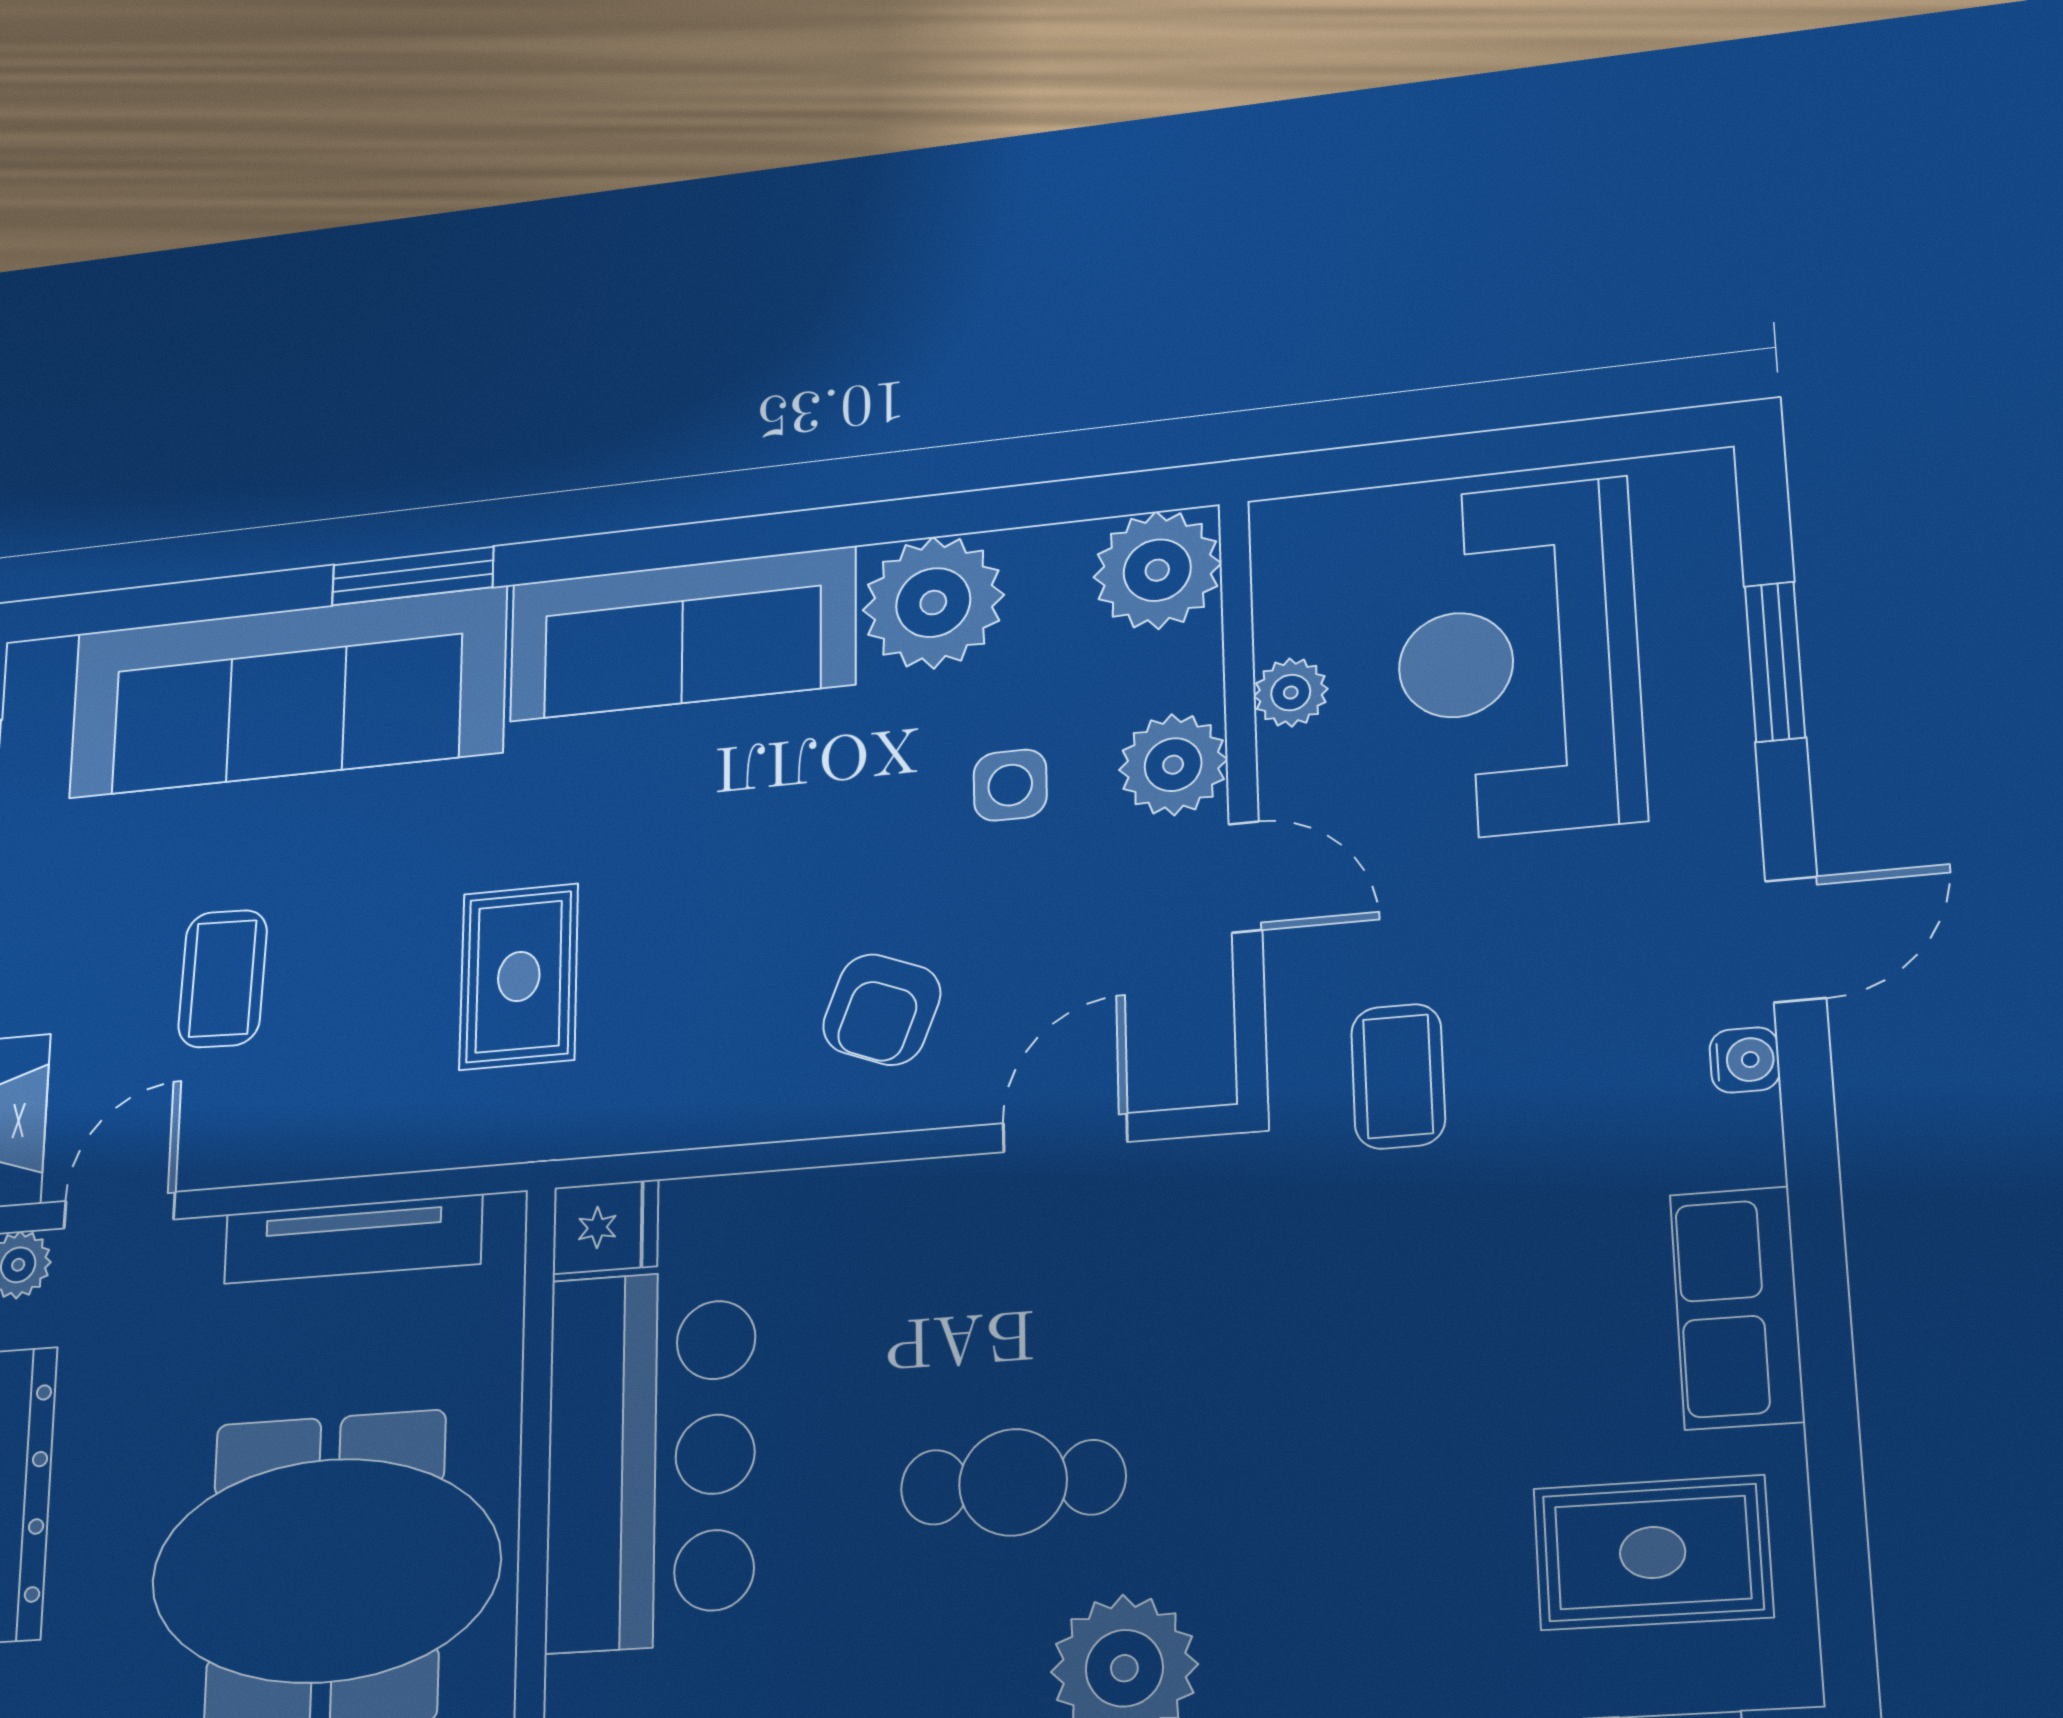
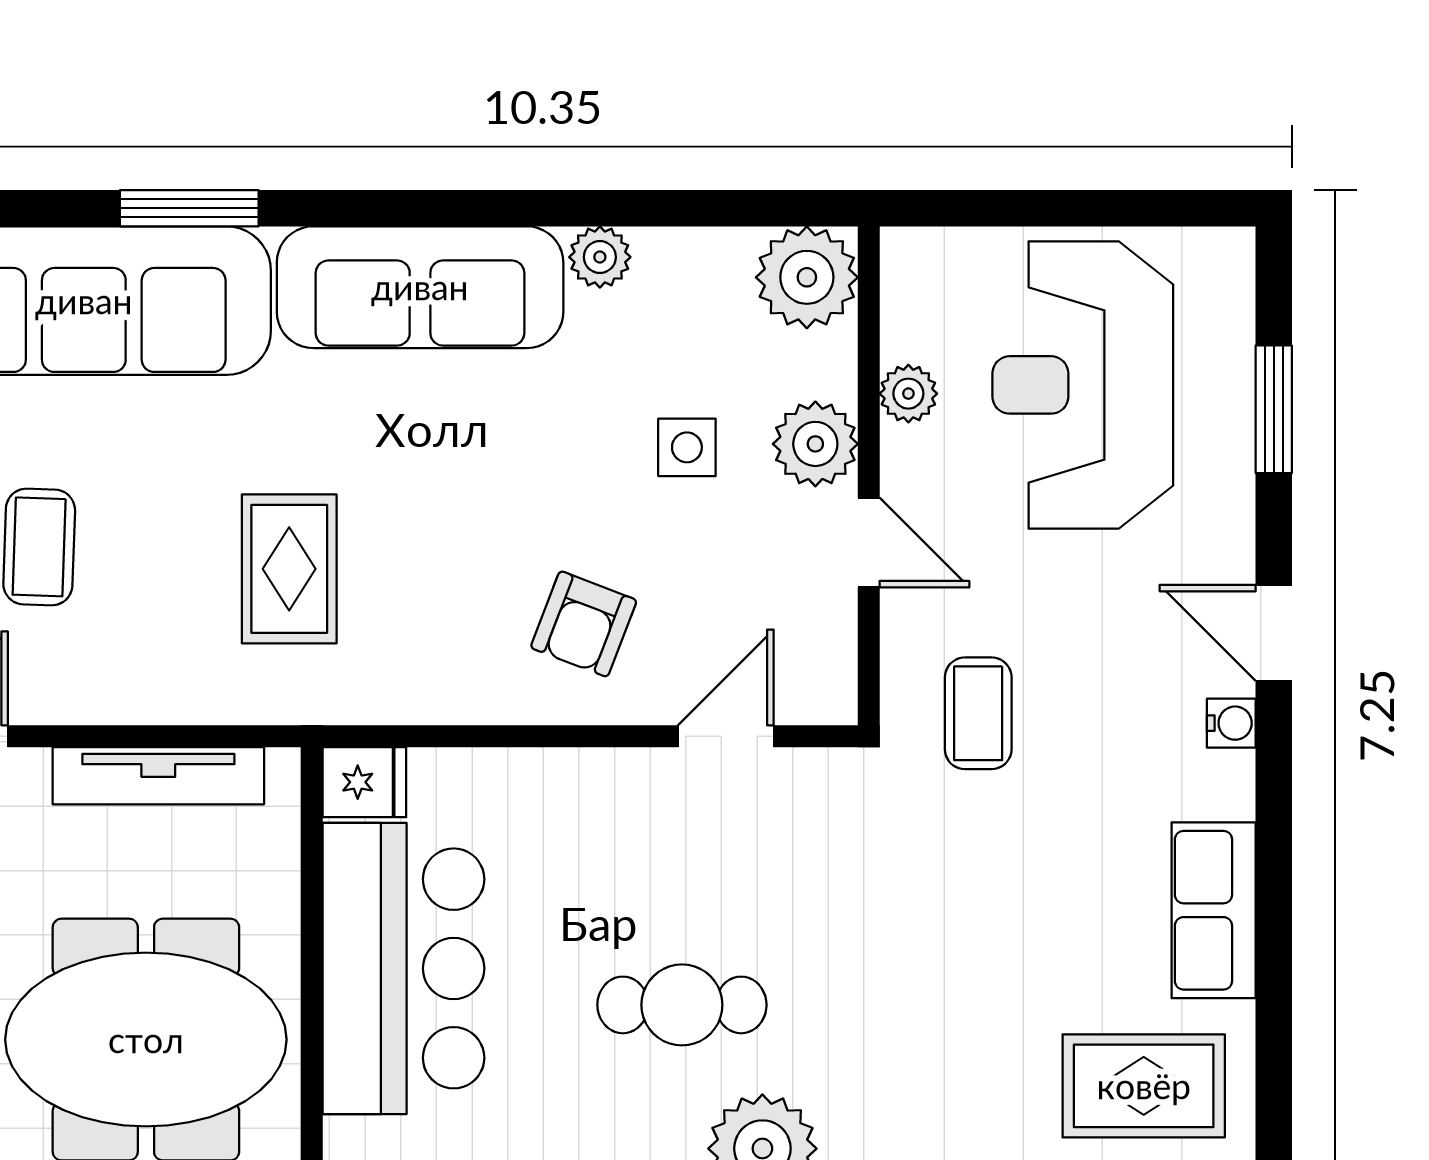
plant: (933, 603) -> (600, 257), width x0.53, depth x0.53
door: (1796, 939) -> (1274, 633), swing flipped

